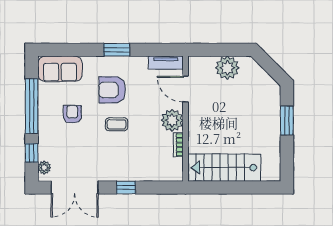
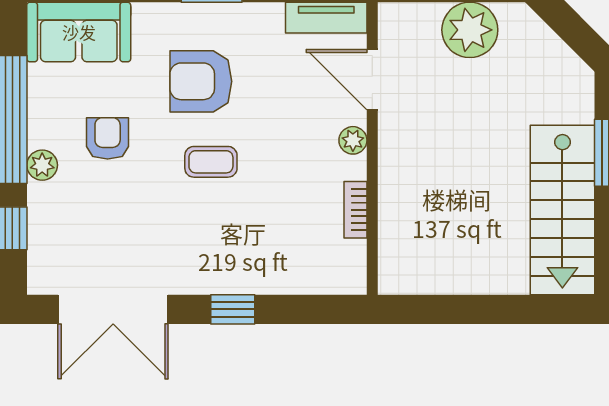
plant: (172, 120) -> (353, 140), width x0.53, depth x0.53
plant: (44, 168) -> (42, 165), moved
stairs: (224, 168) -> (562, 210), moved, turned -90

